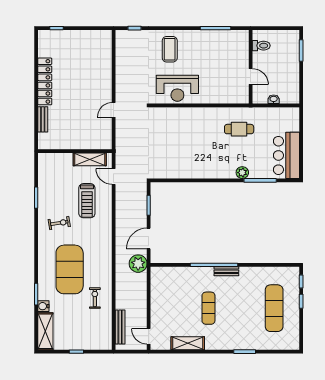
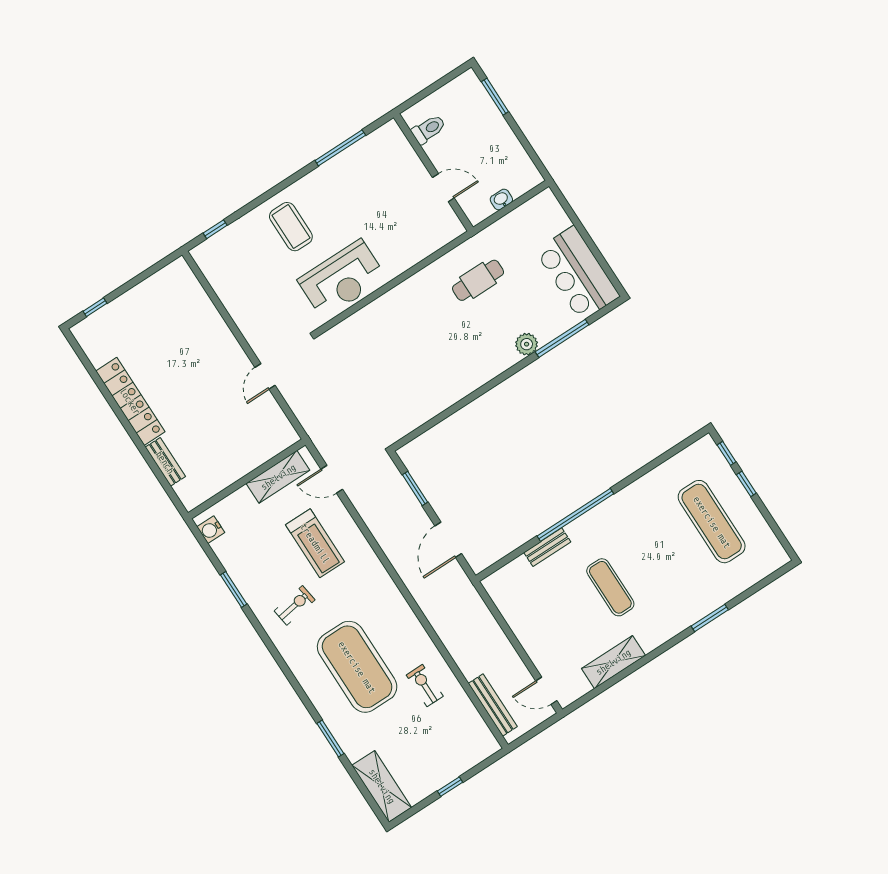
plant: (138, 264) -> (457, 589), removed
bench: (226, 271) -> (547, 547), moved
water cooler: (43, 306) -> (211, 530), moved

